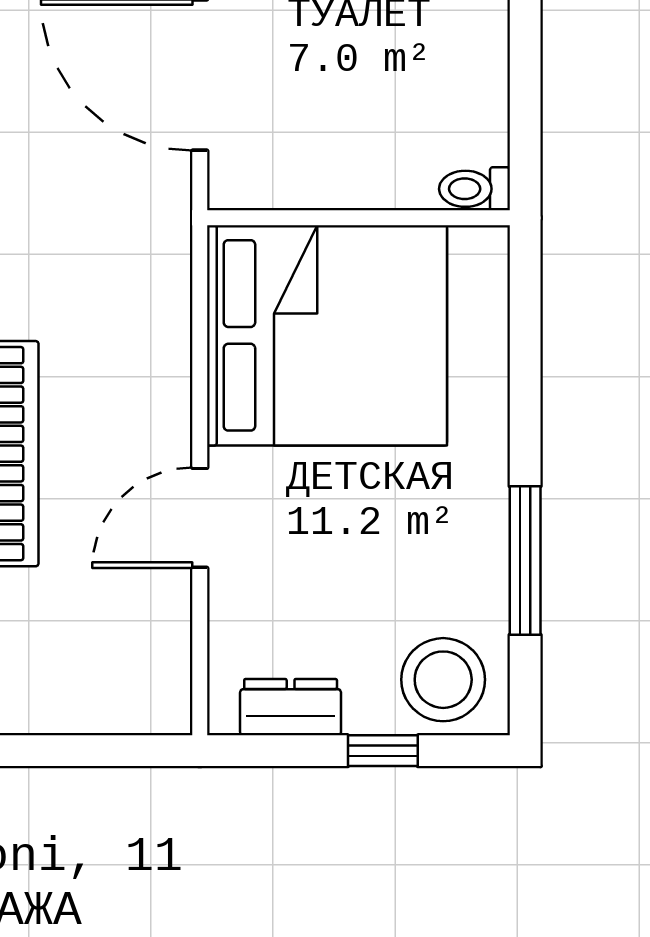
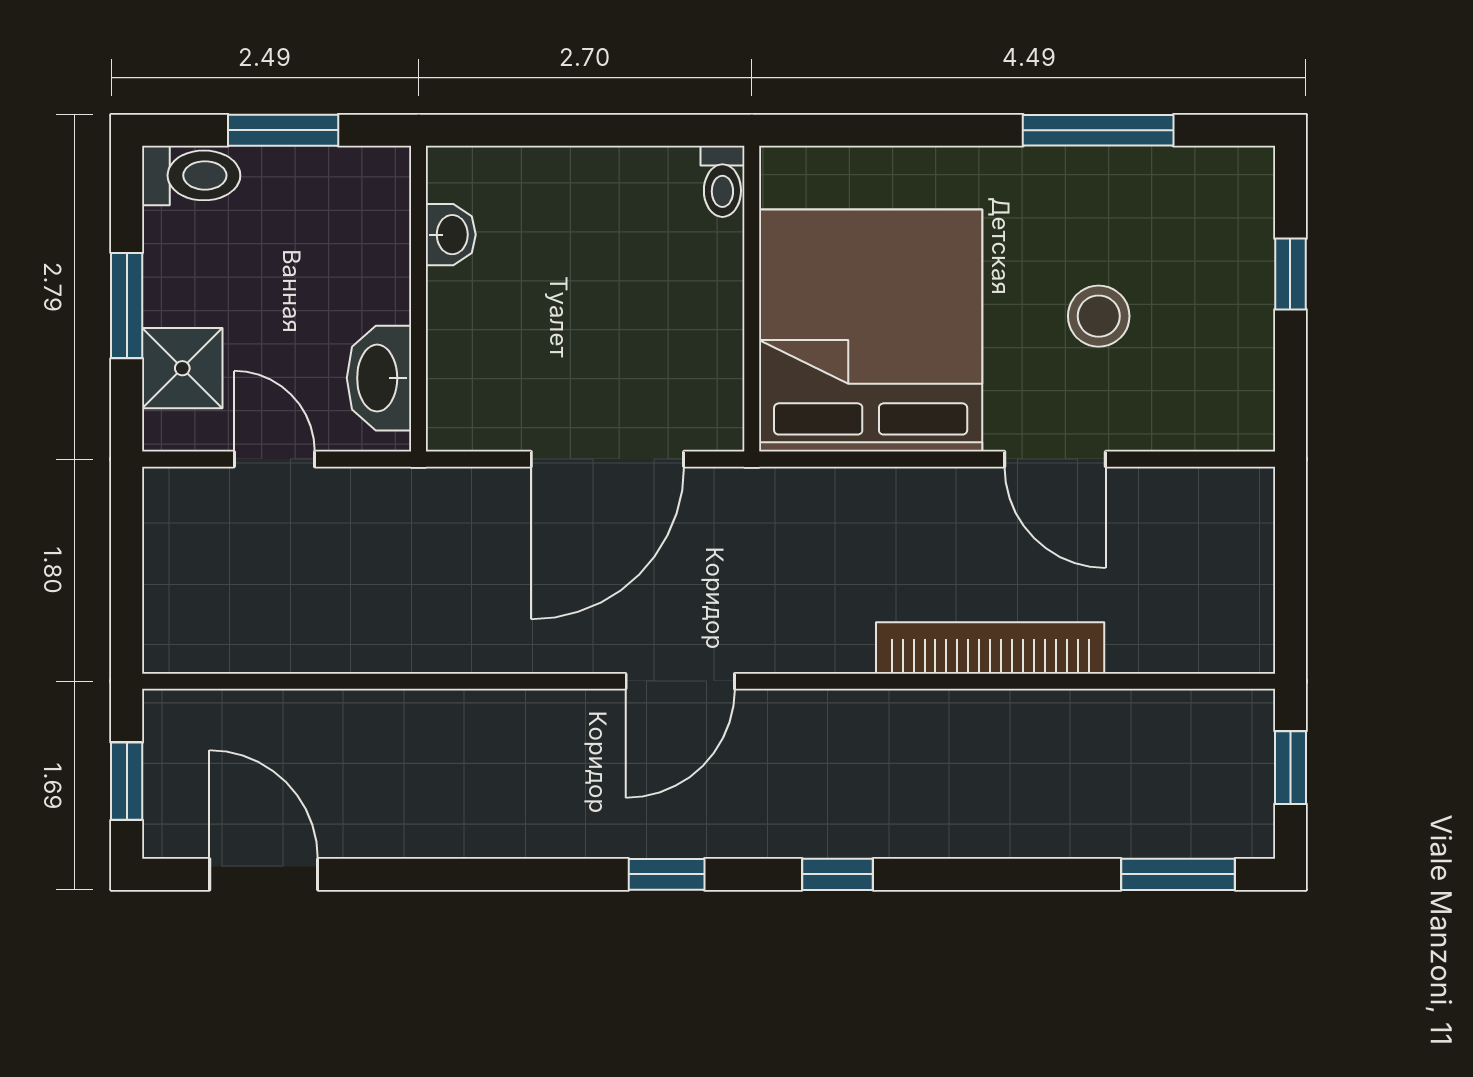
stool: (443, 680) -> (1099, 316), moved, width x0.73, depth x0.73
dresser: (291, 707) -> (1246, 367), removed

